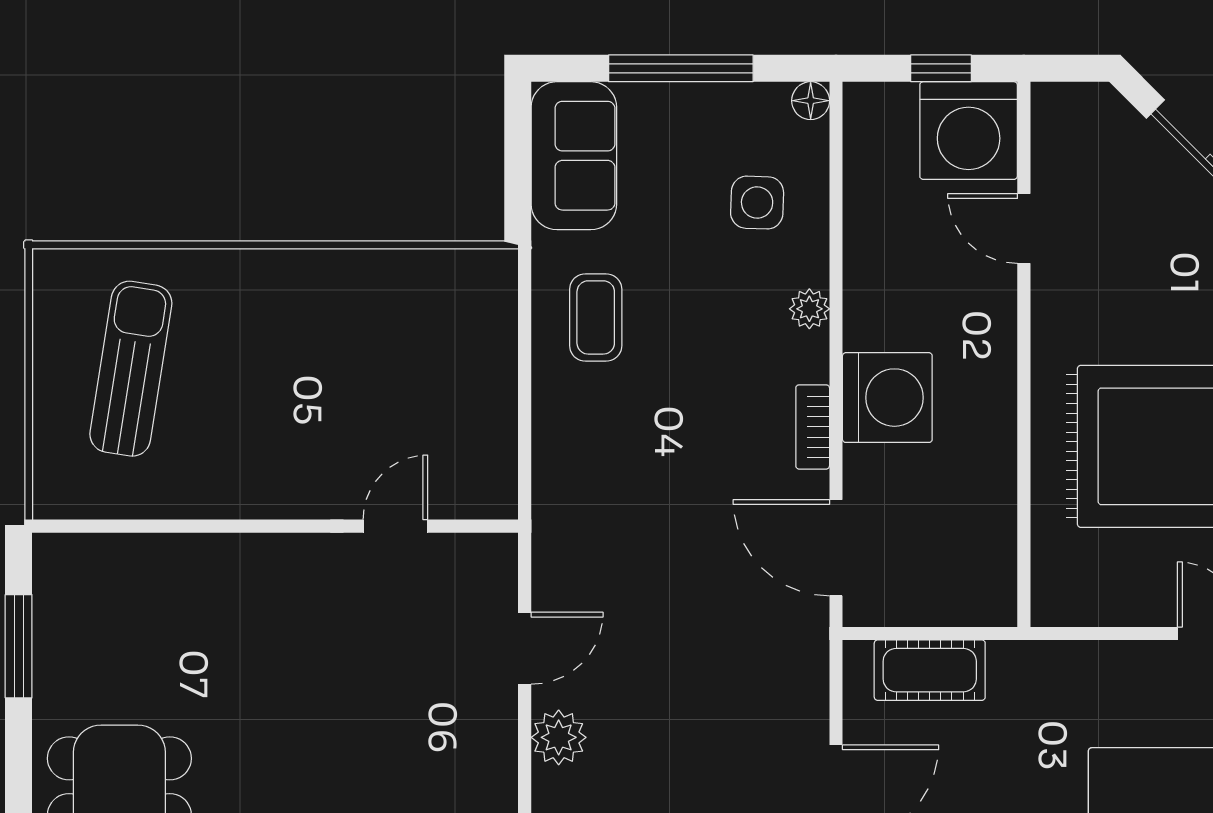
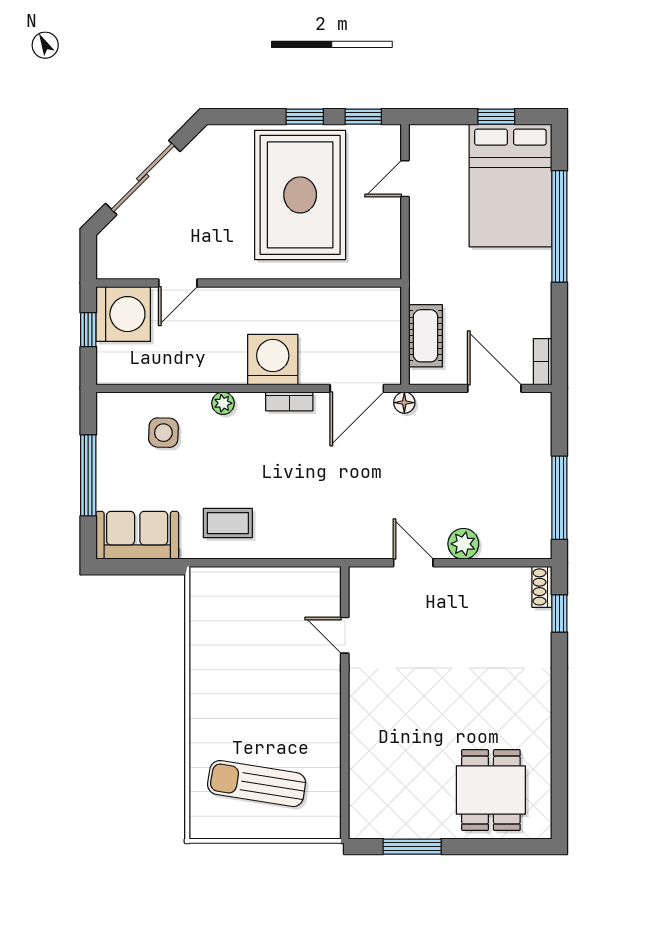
floor lamp: (811, 101) -> (404, 403), moved

